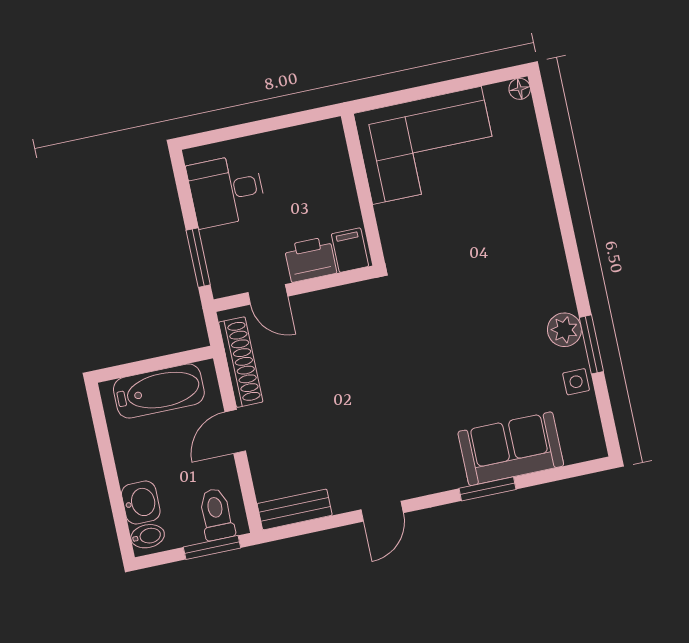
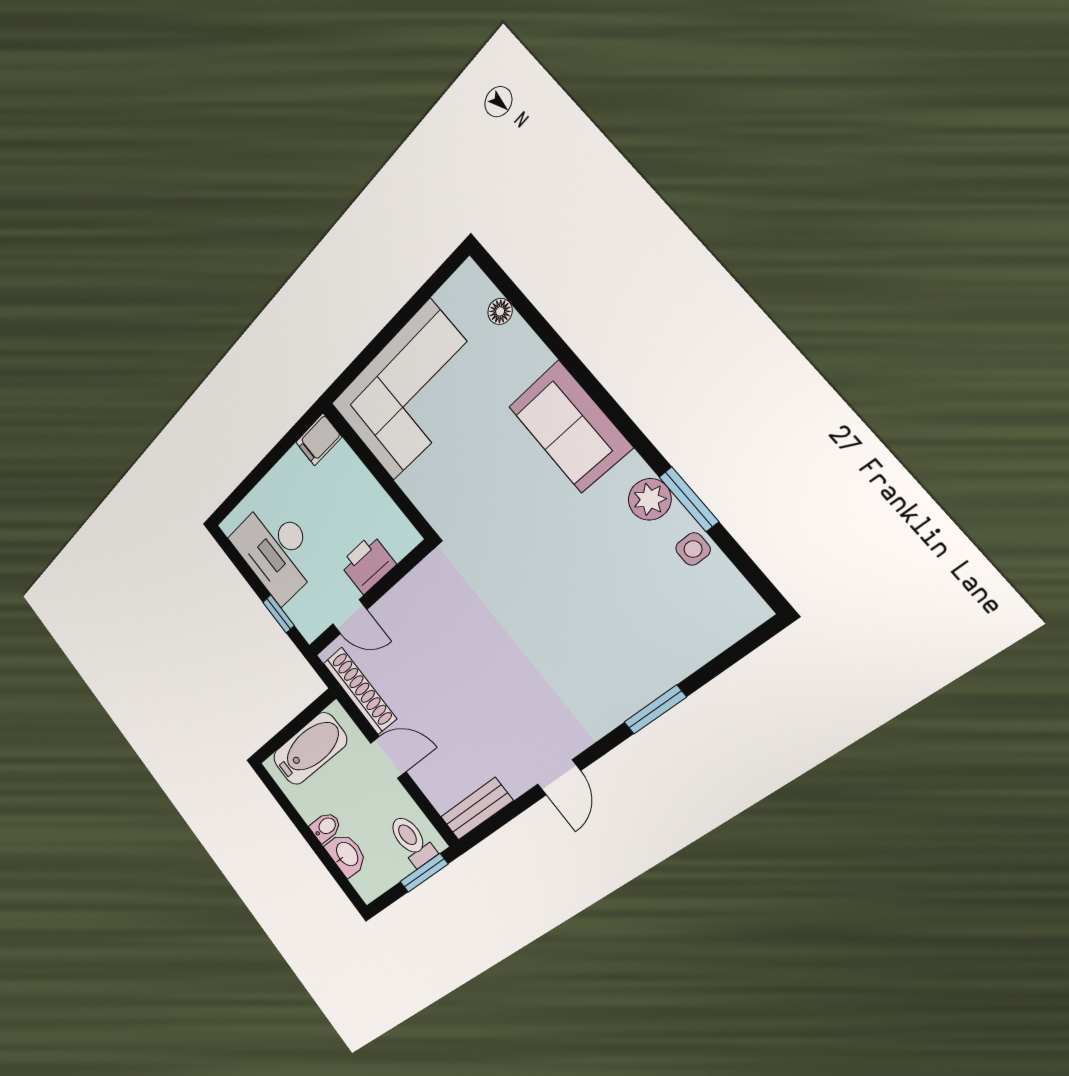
floor lamp: (520, 89) -> (500, 311), moved
desk: (226, 191) -> (276, 550), width x1.37
filing cabinet: (350, 250) -> (319, 440), moved, turned -90
window: (198, 258) -> (279, 614), width x0.67
door: (235, 431) -> (388, 757), swing flipped
sofa: (511, 449) -> (570, 427), moved, turned -90
bidet: (148, 536) -> (326, 827), moved

